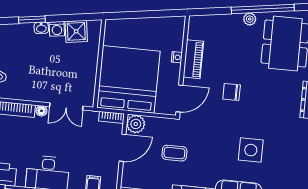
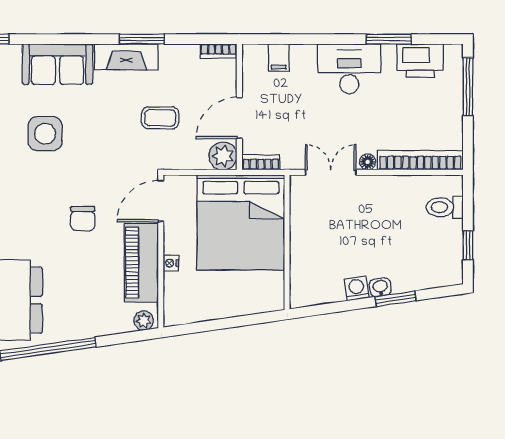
plant: (250, 19) -> (144, 321), moved
shower: (76, 31) -> (327, 287), removed
piano: (193, 59) -> (141, 263), width x1.37, depth x1.33
chair: (232, 92) -> (83, 219), turned 90

